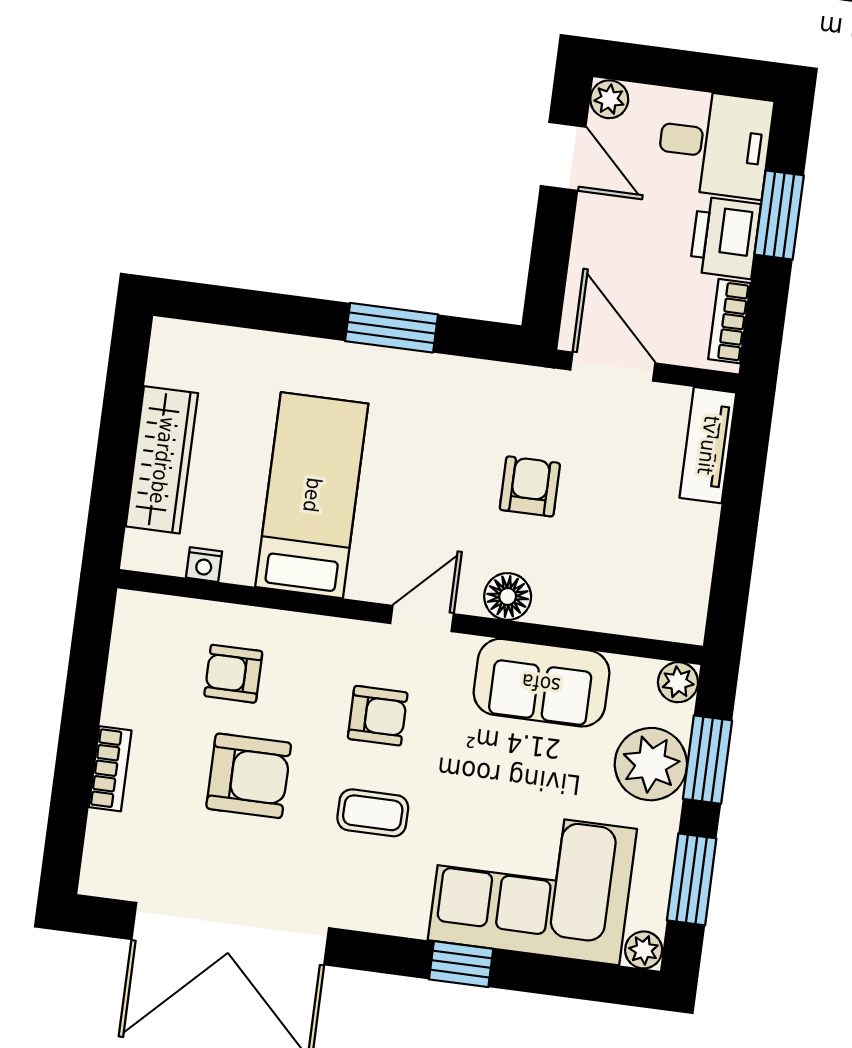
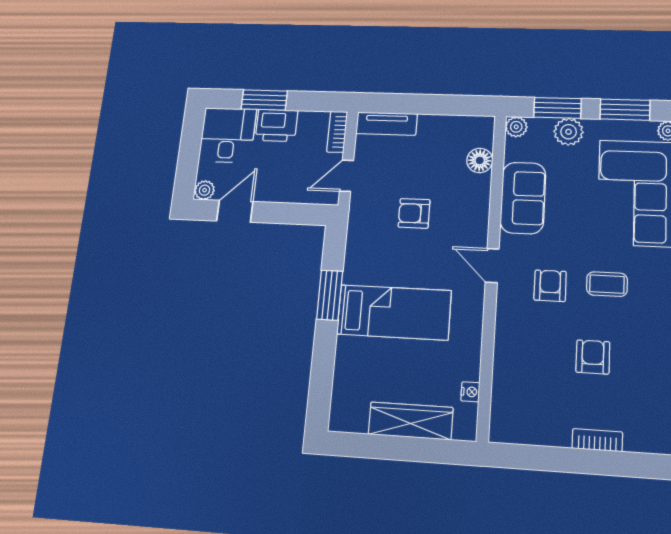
bookcase: (729, 321) -> (337, 132), moved, turned 90
door: (613, 367) -> (347, 176), width x0.73
bed: (312, 495) -> (394, 312), moved, turned 180
floor lamp: (508, 597) -> (480, 160), moved
armchair: (233, 674) -> (533, 370), removed
plant: (651, 764) -> (569, 132), width x0.73, depth x0.73
armchair: (249, 776) -> (593, 357), width x0.72, depth x0.72
coffee table: (373, 813) -> (607, 284), turned 90

